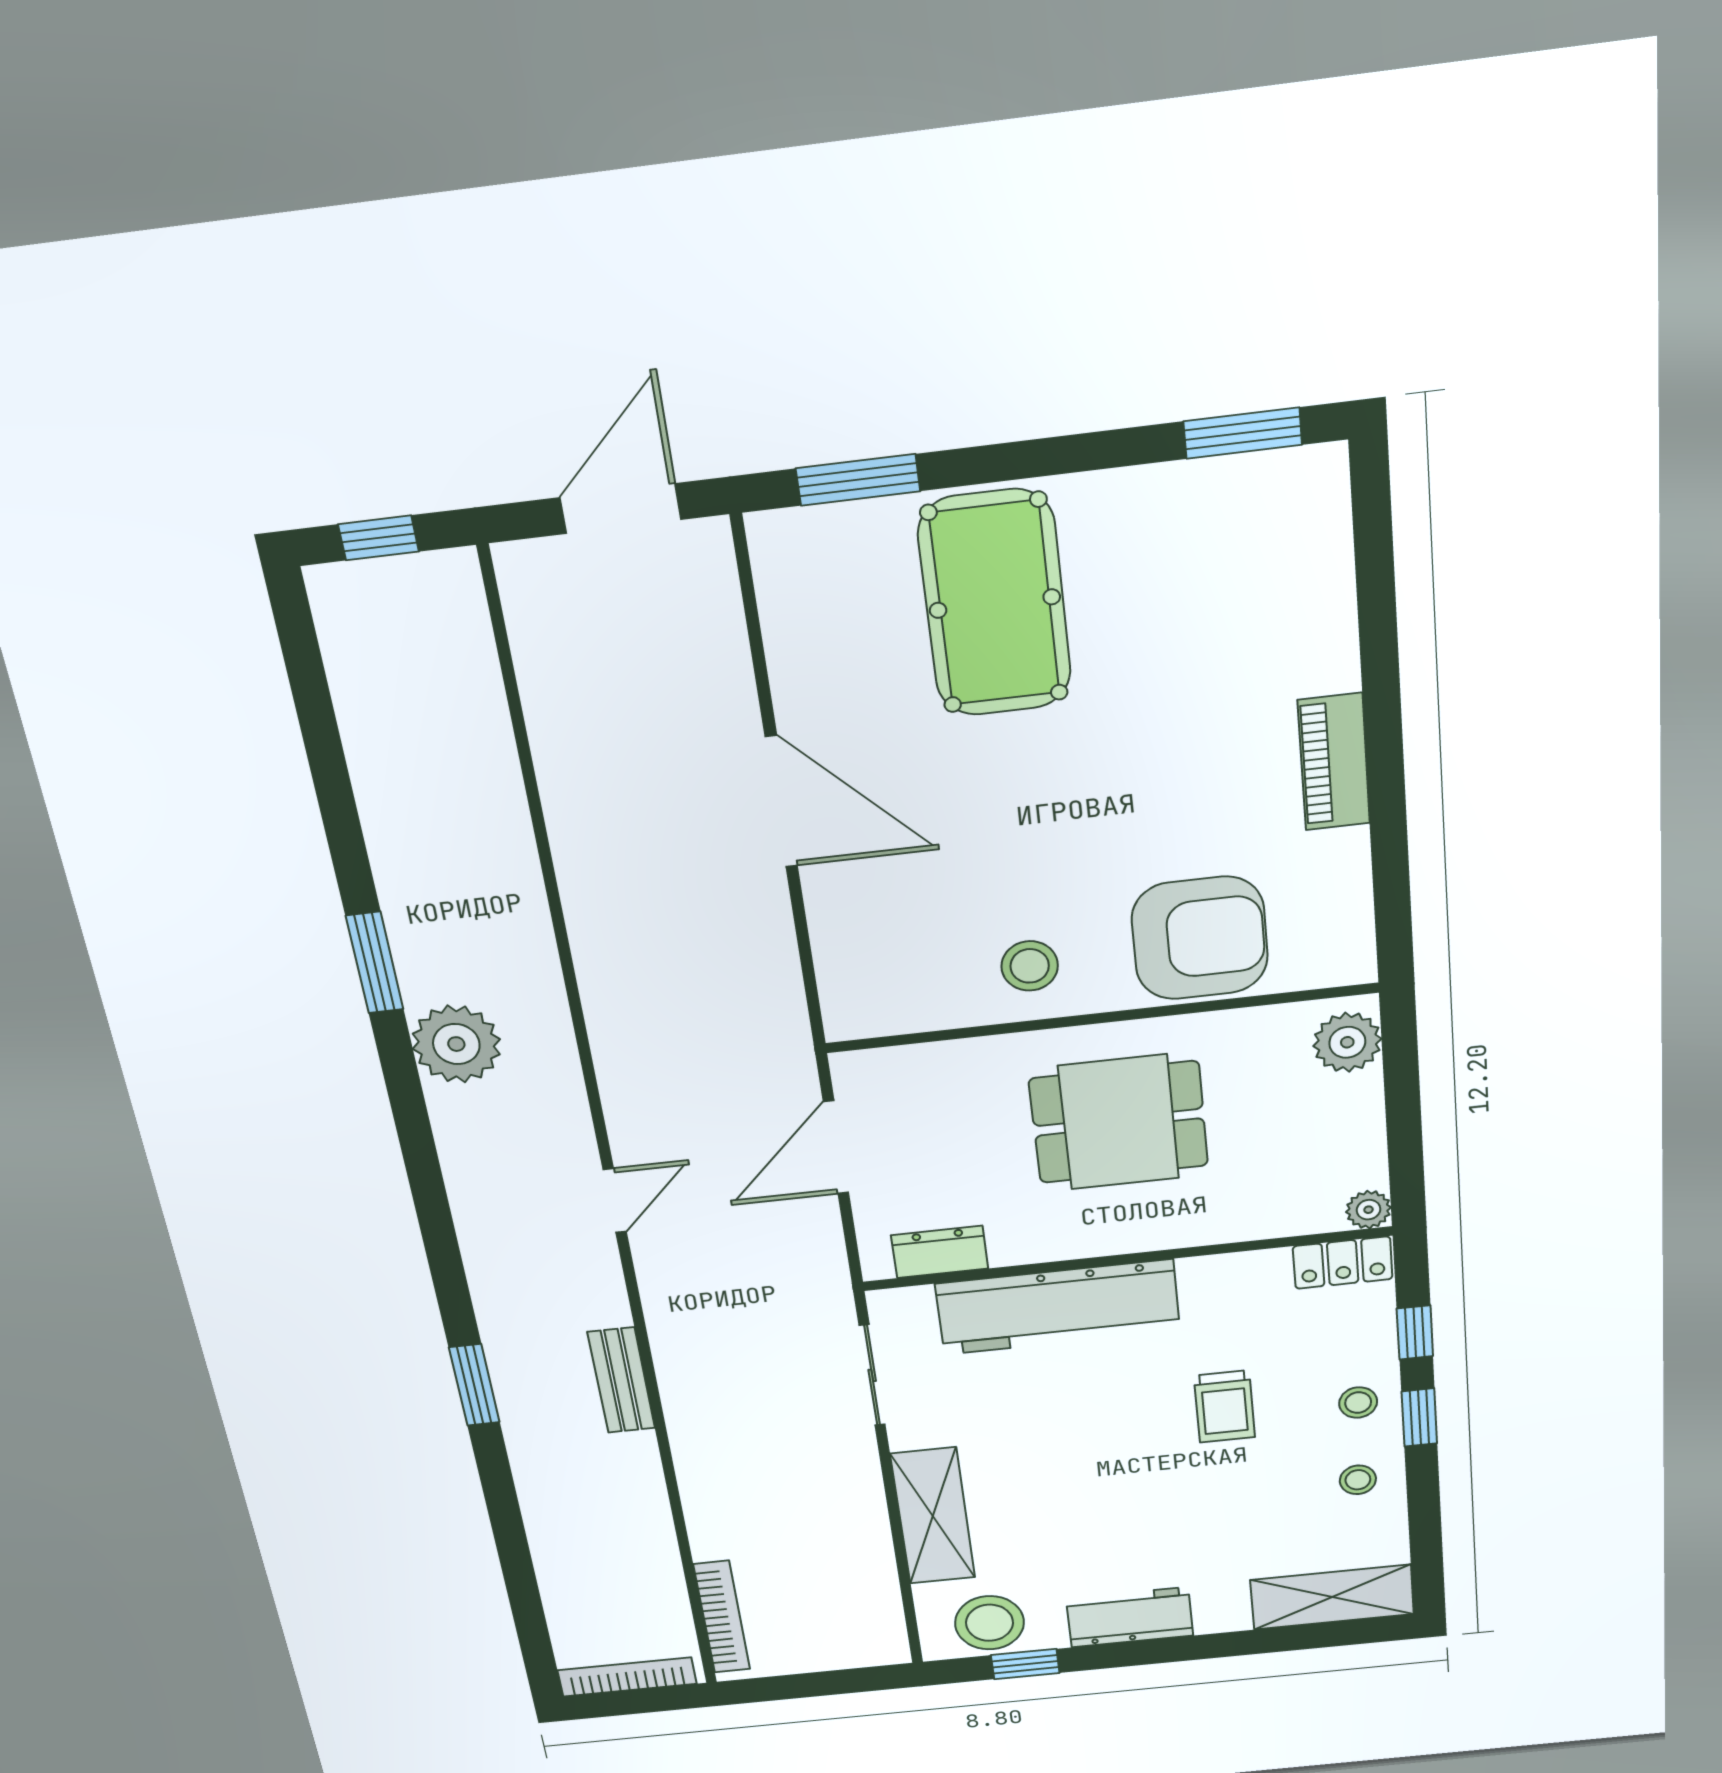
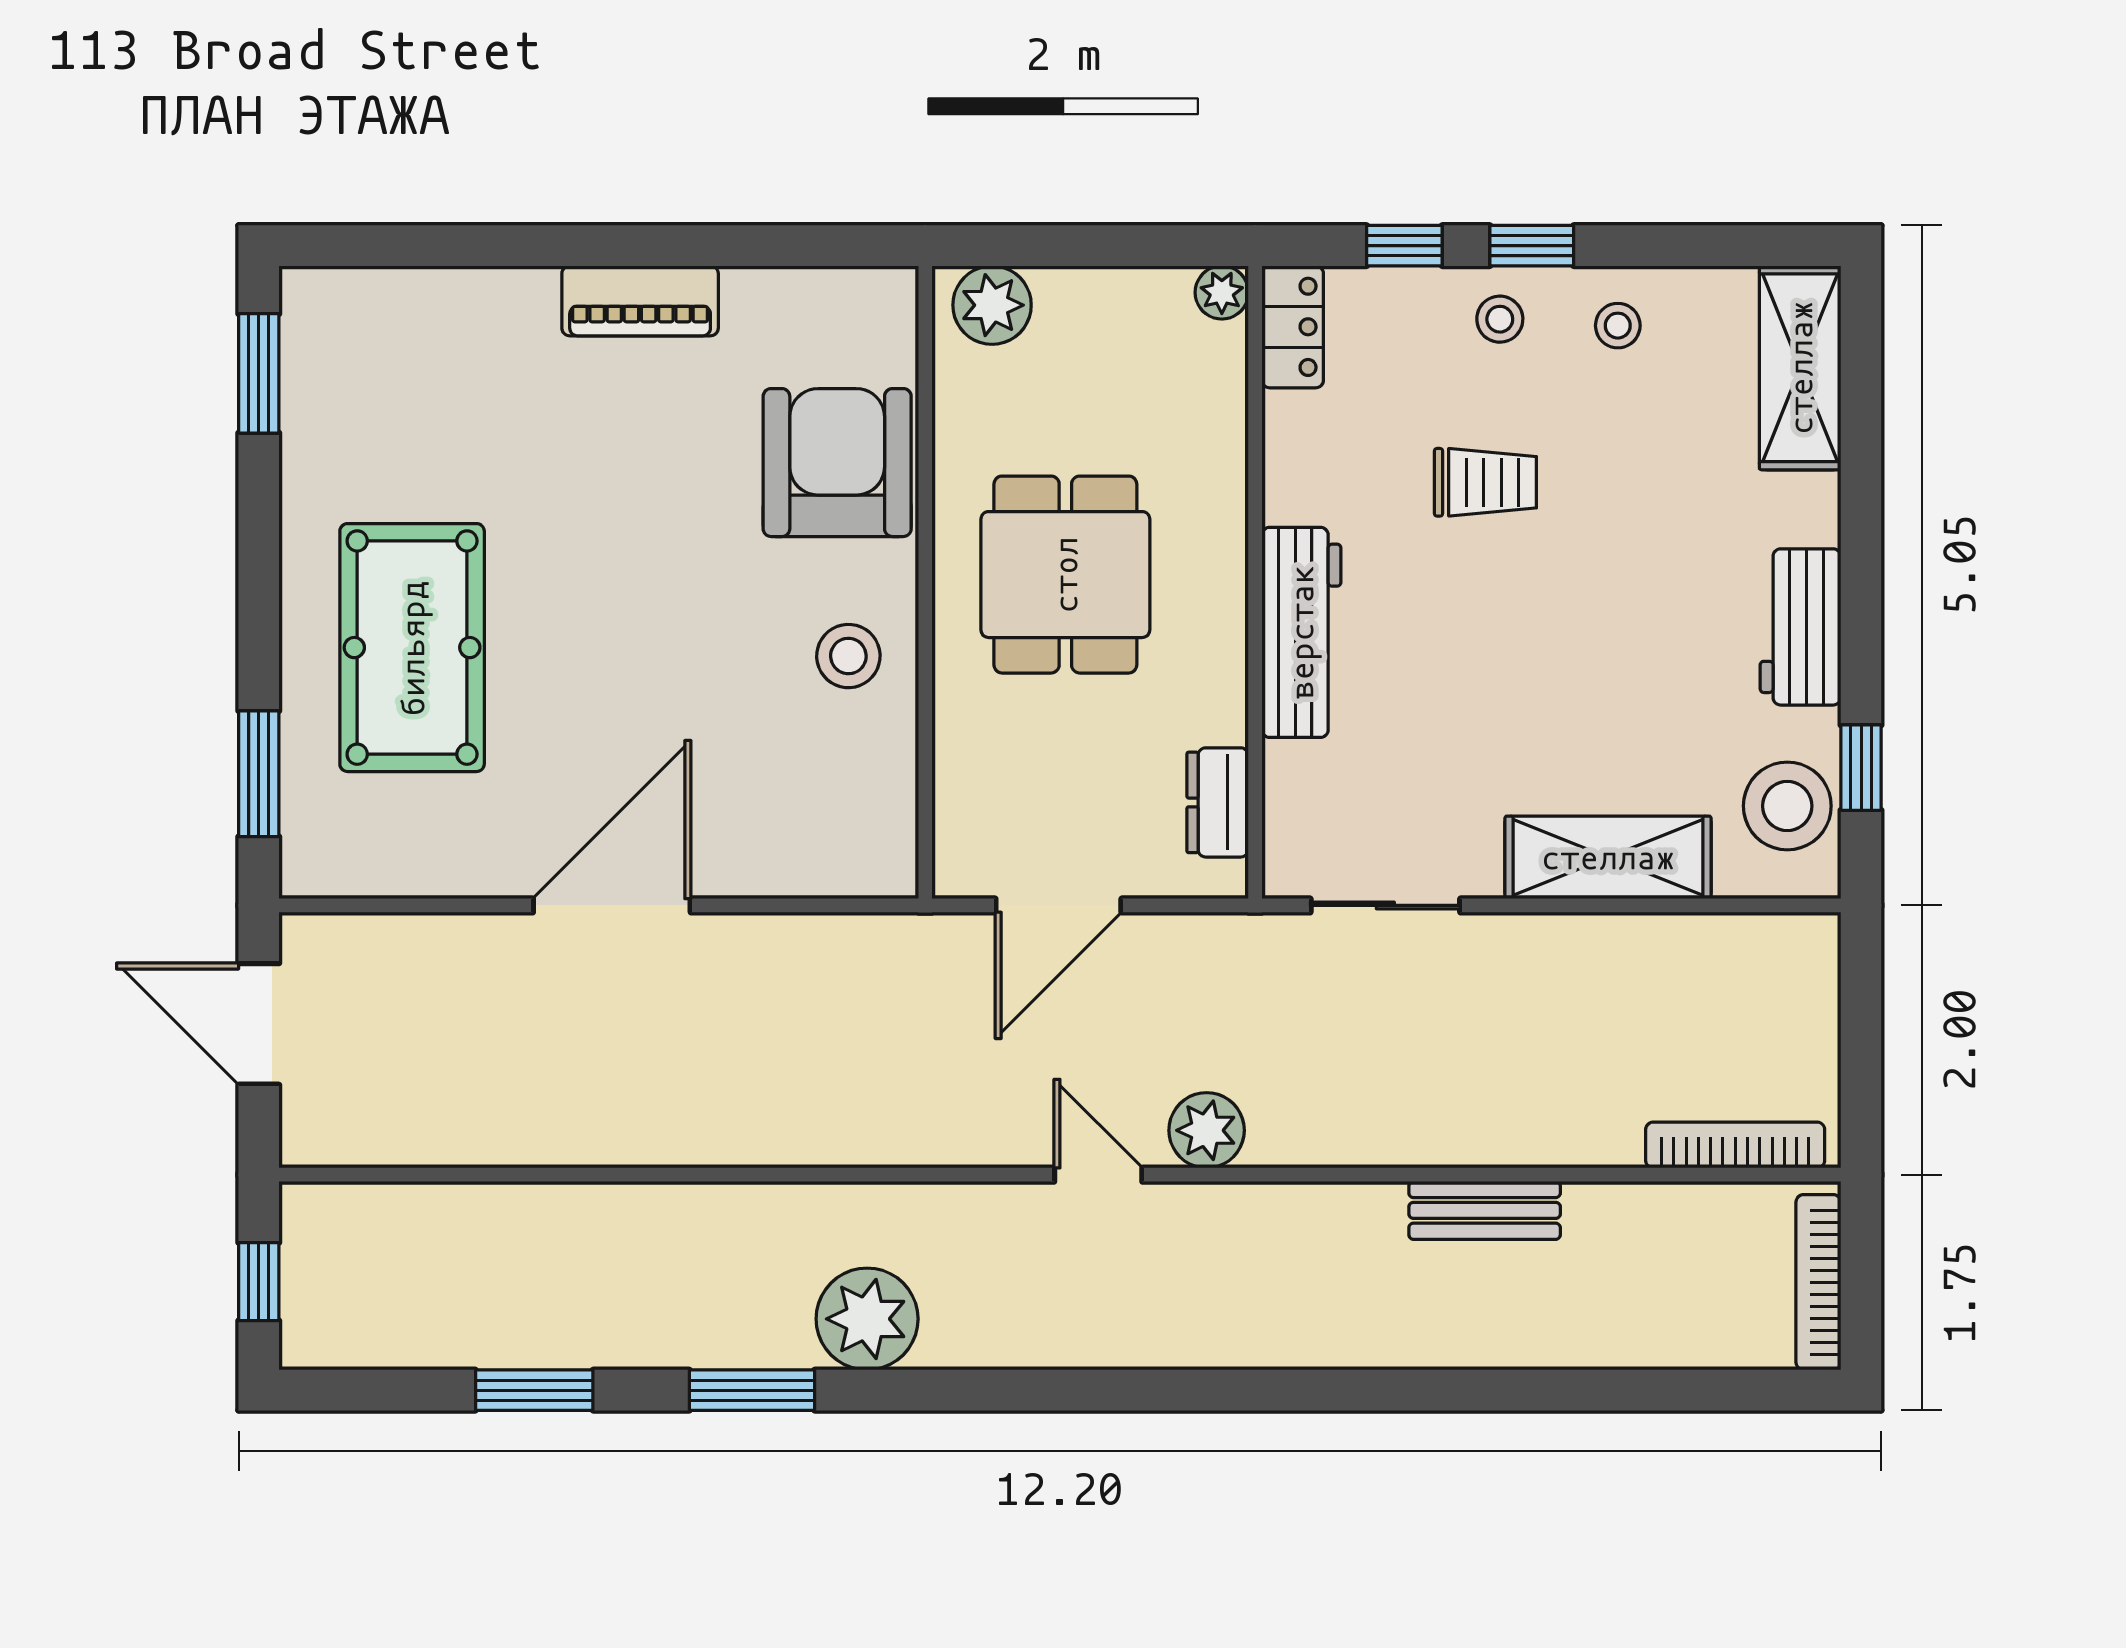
pool table: (995, 604) -> (412, 648), turned 90
door: (836, 1147) -> (1058, 905), hinge flipped
plant: (667, 1273) -> (1207, 1130), added
workbench: (1058, 1307) -> (1301, 632), width x0.73, depth x0.76
bench: (621, 1380) -> (1485, 1210), moved
window: (474, 1385) -> (534, 1390), moved

